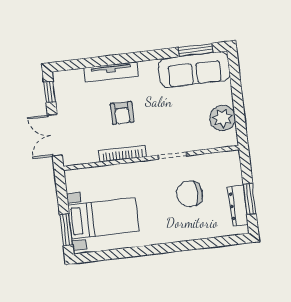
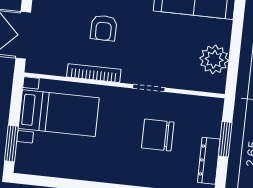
window: (250, 199) -> (225, 139), moved
bed with nightstands: (103, 218) -> (59, 113), moved

